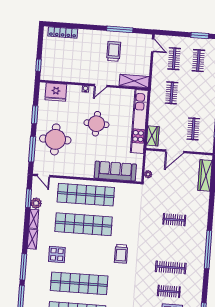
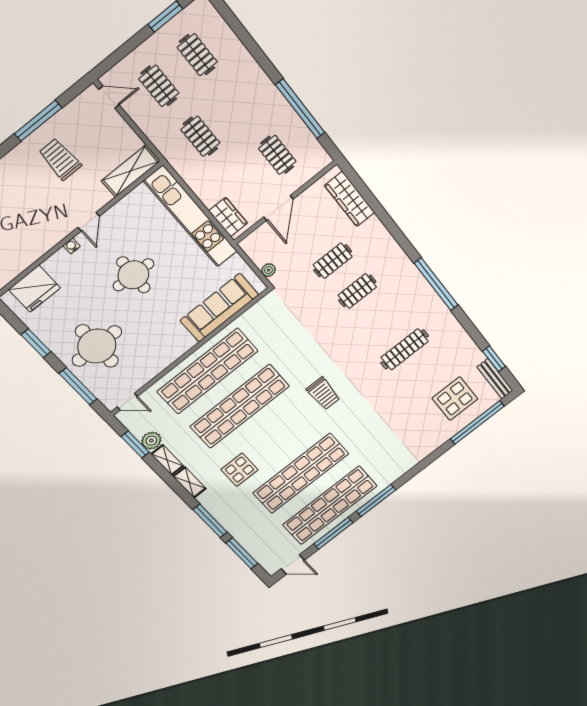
clothes rail: (169, 291) -> (333, 261), moved

